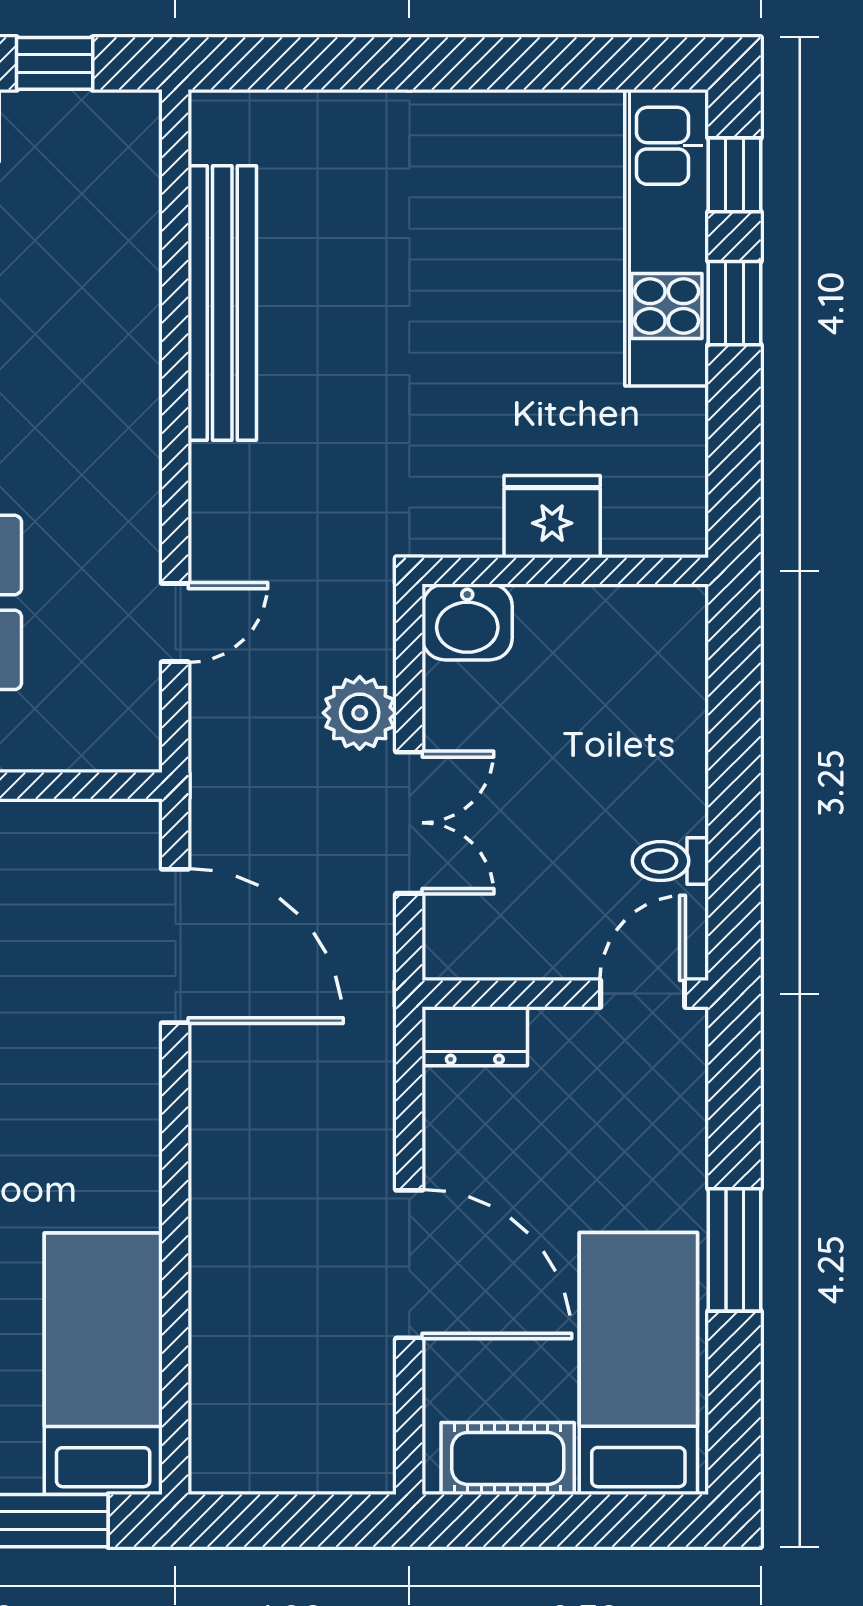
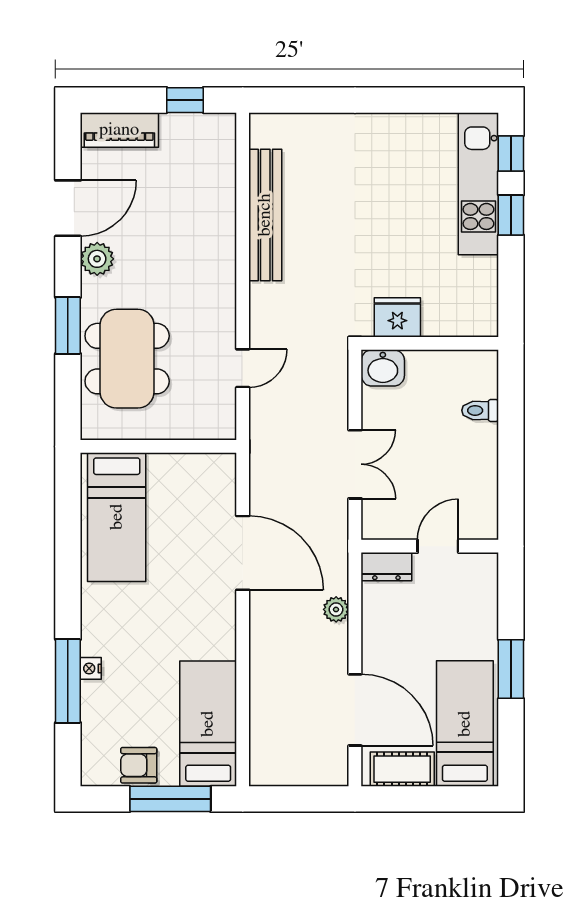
fridge: (552, 517) -> (397, 317), moved
plant: (360, 713) -> (336, 609), moved, width x0.73, depth x0.73
toilet: (670, 861) -> (480, 410), moved
door: (175, 946) -> (243, 553), moved
door: (643, 994) -> (438, 546), moved
door: (409, 1264) -> (355, 710), moved

